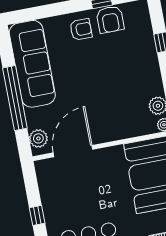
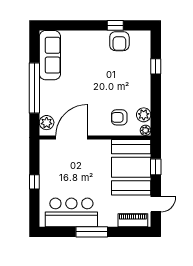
armchair: (81, 29) -> (119, 117), moved, turned 180
sofa: (32, 64) -> (50, 55), width x0.74, depth x0.79

